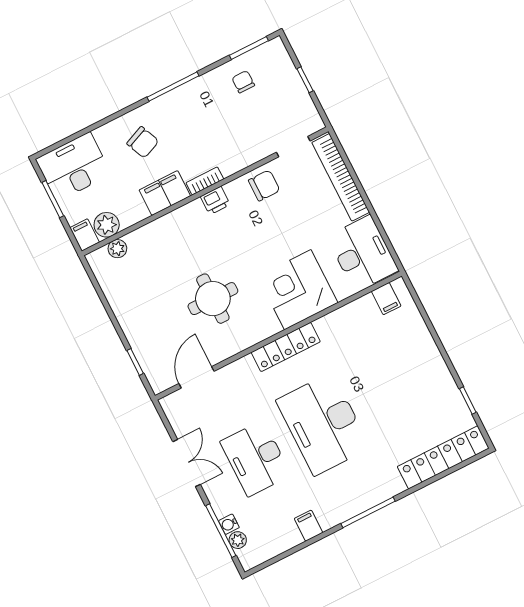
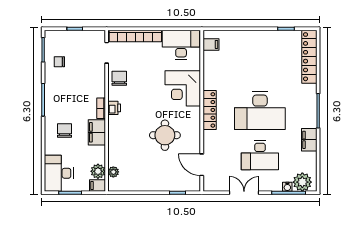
chair: (143, 142) -> (64, 130), turned -67
filing cabinet: (308, 526) -> (309, 140), width x2.00
plant: (238, 540) -> (302, 182), width x1.88, depth x1.88

